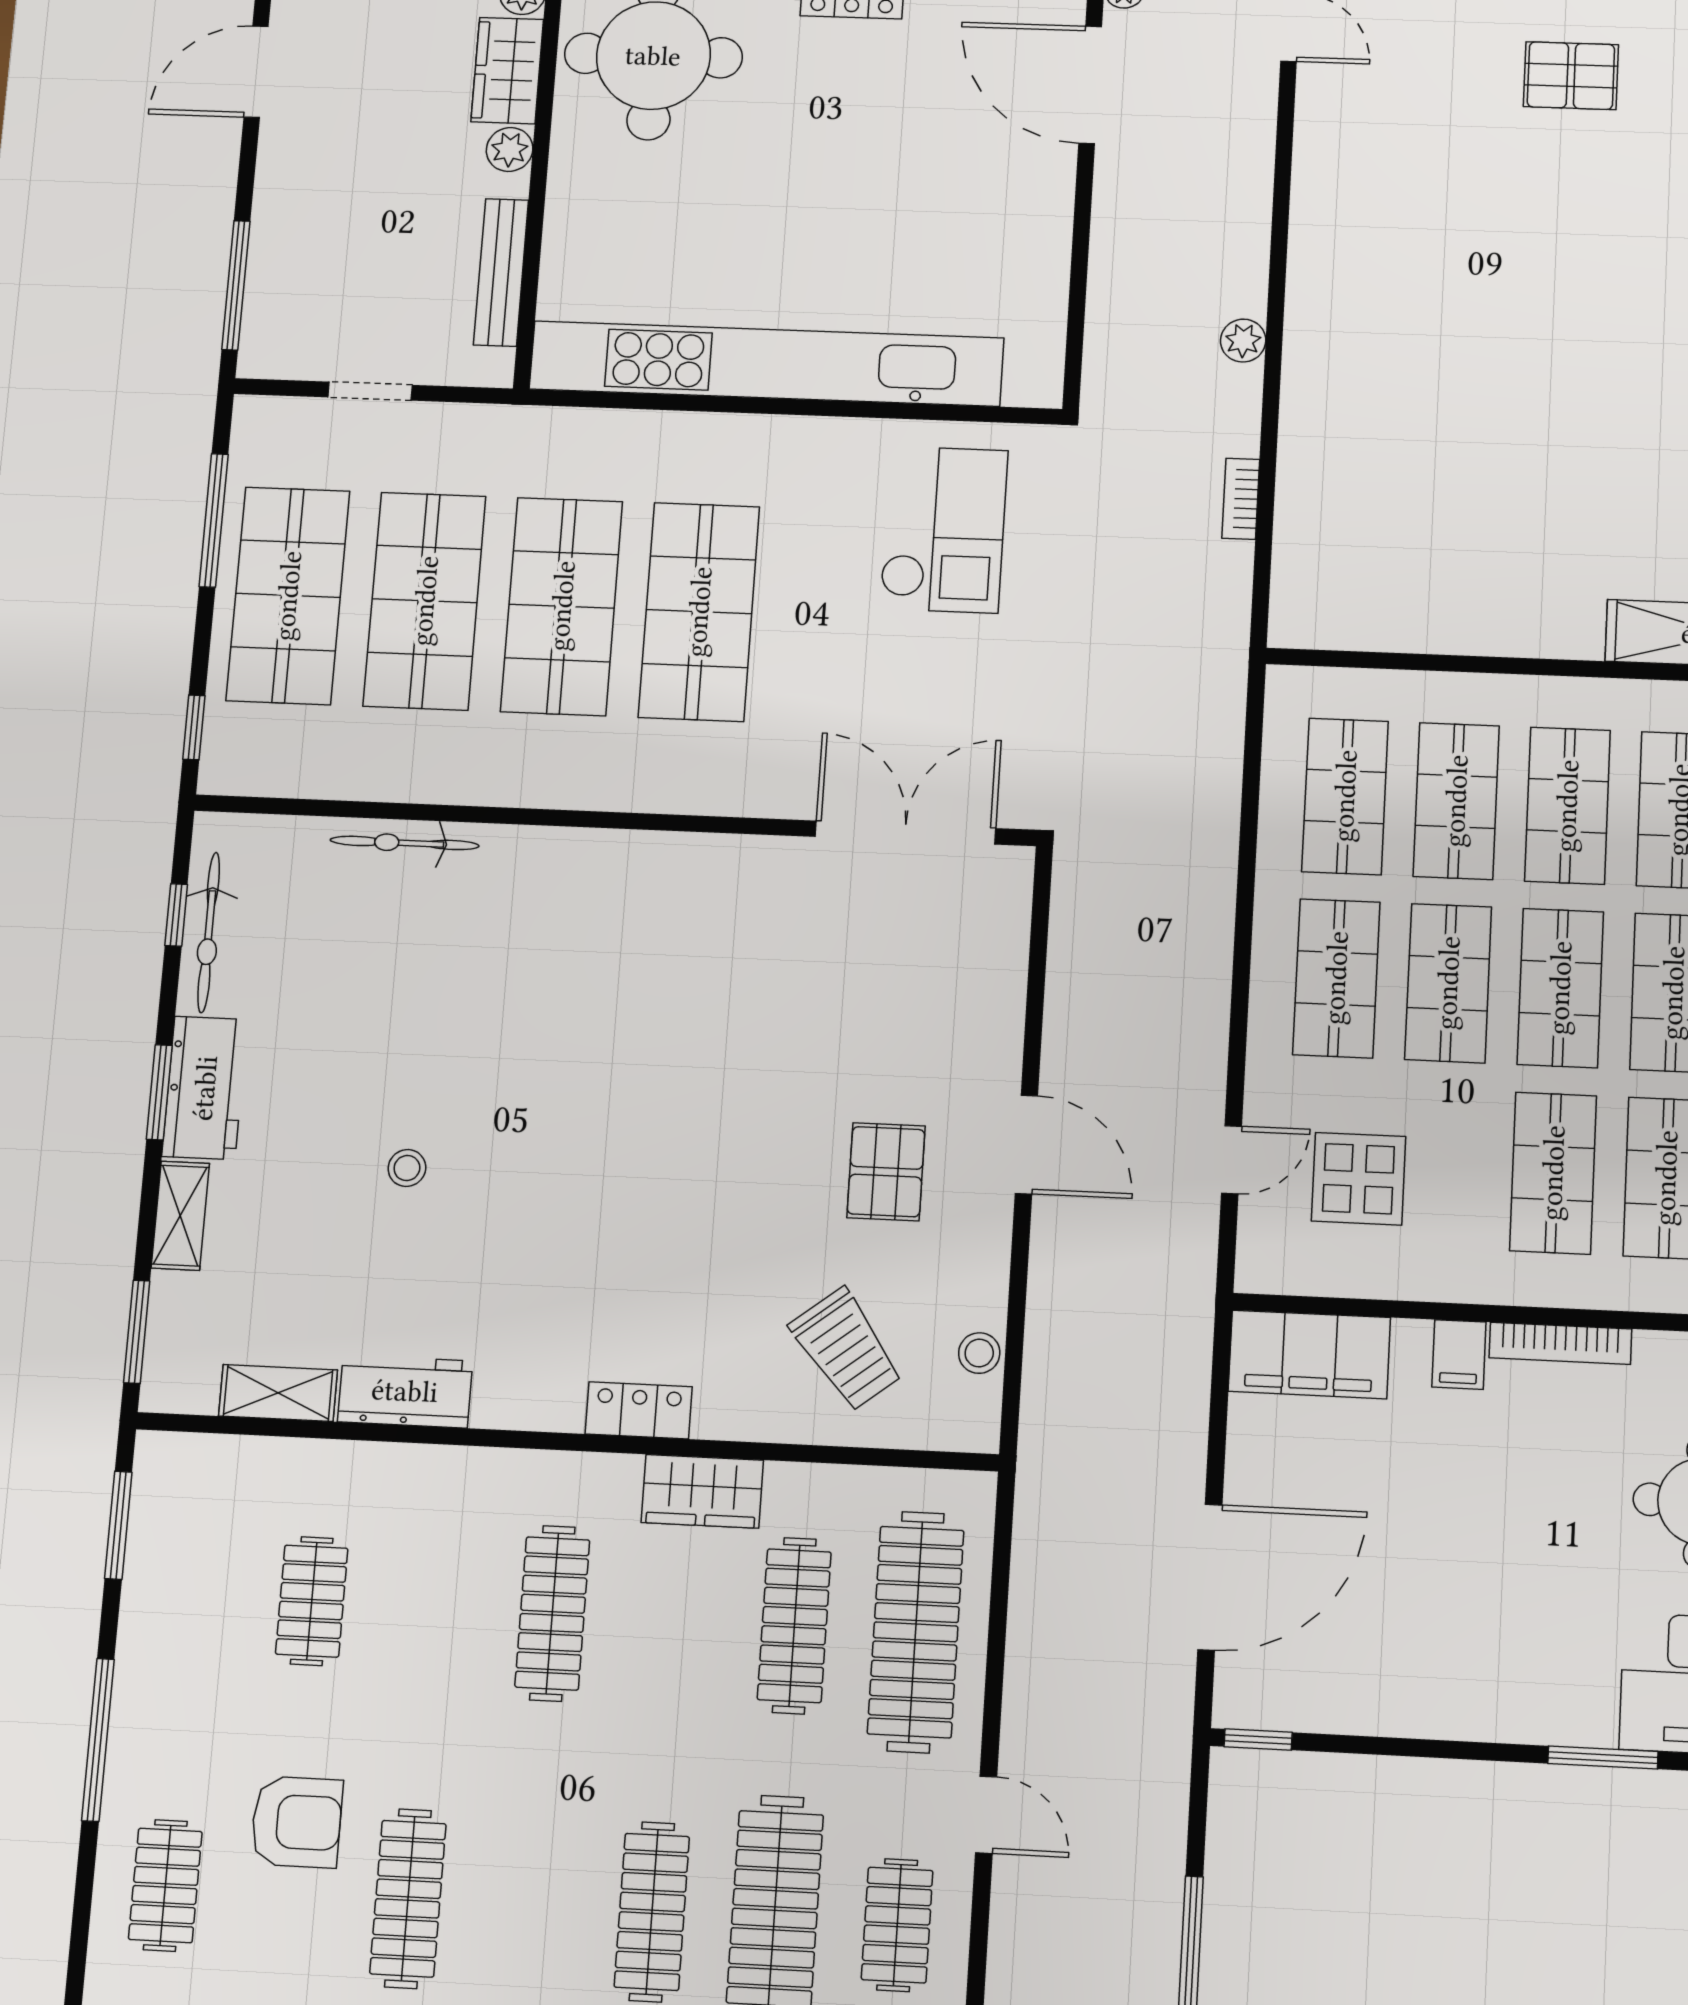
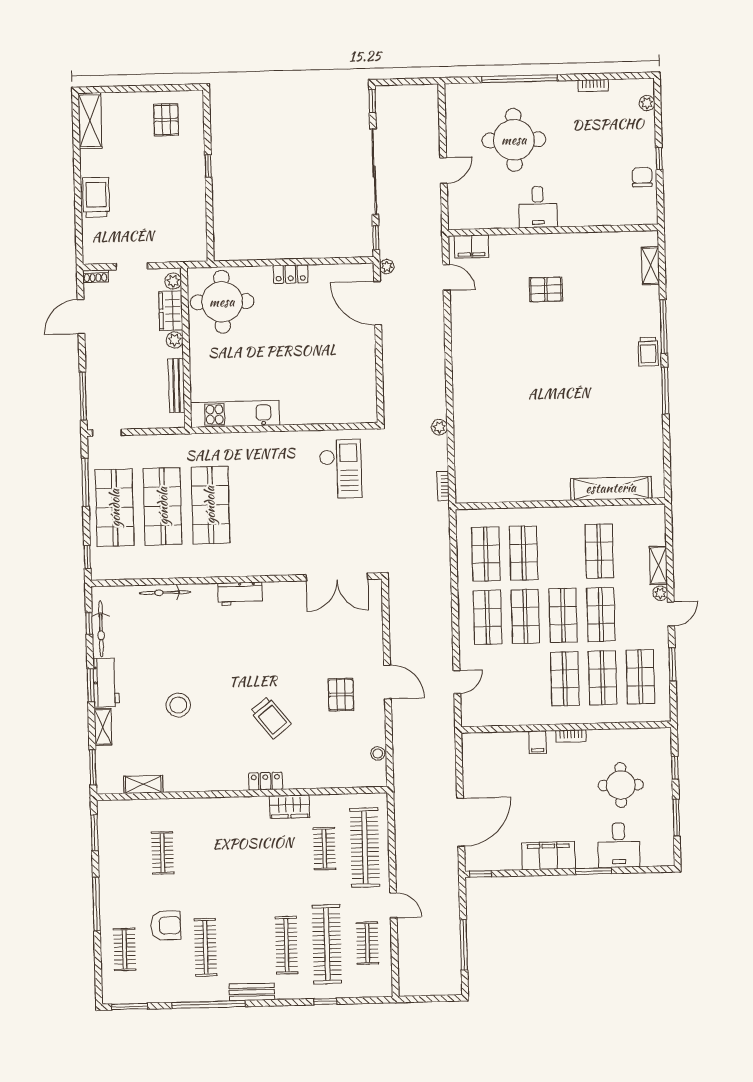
plant: (1243, 341) -> (439, 427), moved
kitchen unit: (766, 364) -> (235, 414), width x0.54
doorway: (370, 391) -> (107, 433), moved
bookcase: (1241, 499) -> (443, 486), moved
shop shelf: (699, 612) -> (258, 504), removed
shop shelf: (1567, 806) -> (561, 552), removed
double door: (905, 832) -> (337, 577), swing flipped
stool: (407, 1168) -> (178, 705), width x1.89, depth x1.89
display table: (1358, 1179) -> (500, 685), removed
bookcase: (1560, 1343) -> (571, 736), width x0.64
trolley: (846, 1349) -> (271, 718), moved
filing cabinet: (1309, 1354) -> (549, 856), moved, turned 180
workbench: (405, 1391) -> (240, 594), moved, turned 180
clothes rail: (552, 1613) -> (243, 851), removed
clothes rail: (794, 1626) -> (324, 849), width x0.73

